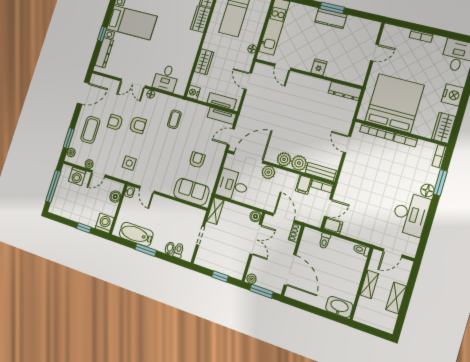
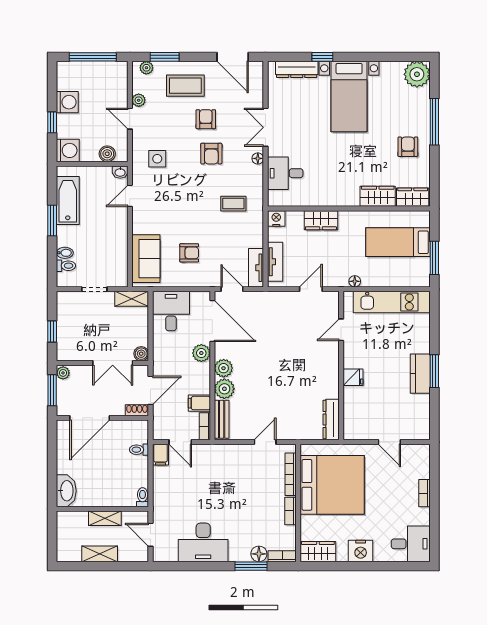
washing machine: (77, 176) -> (67, 102), moved, turned 180
floor lamp: (427, 190) -> (259, 554), moved

